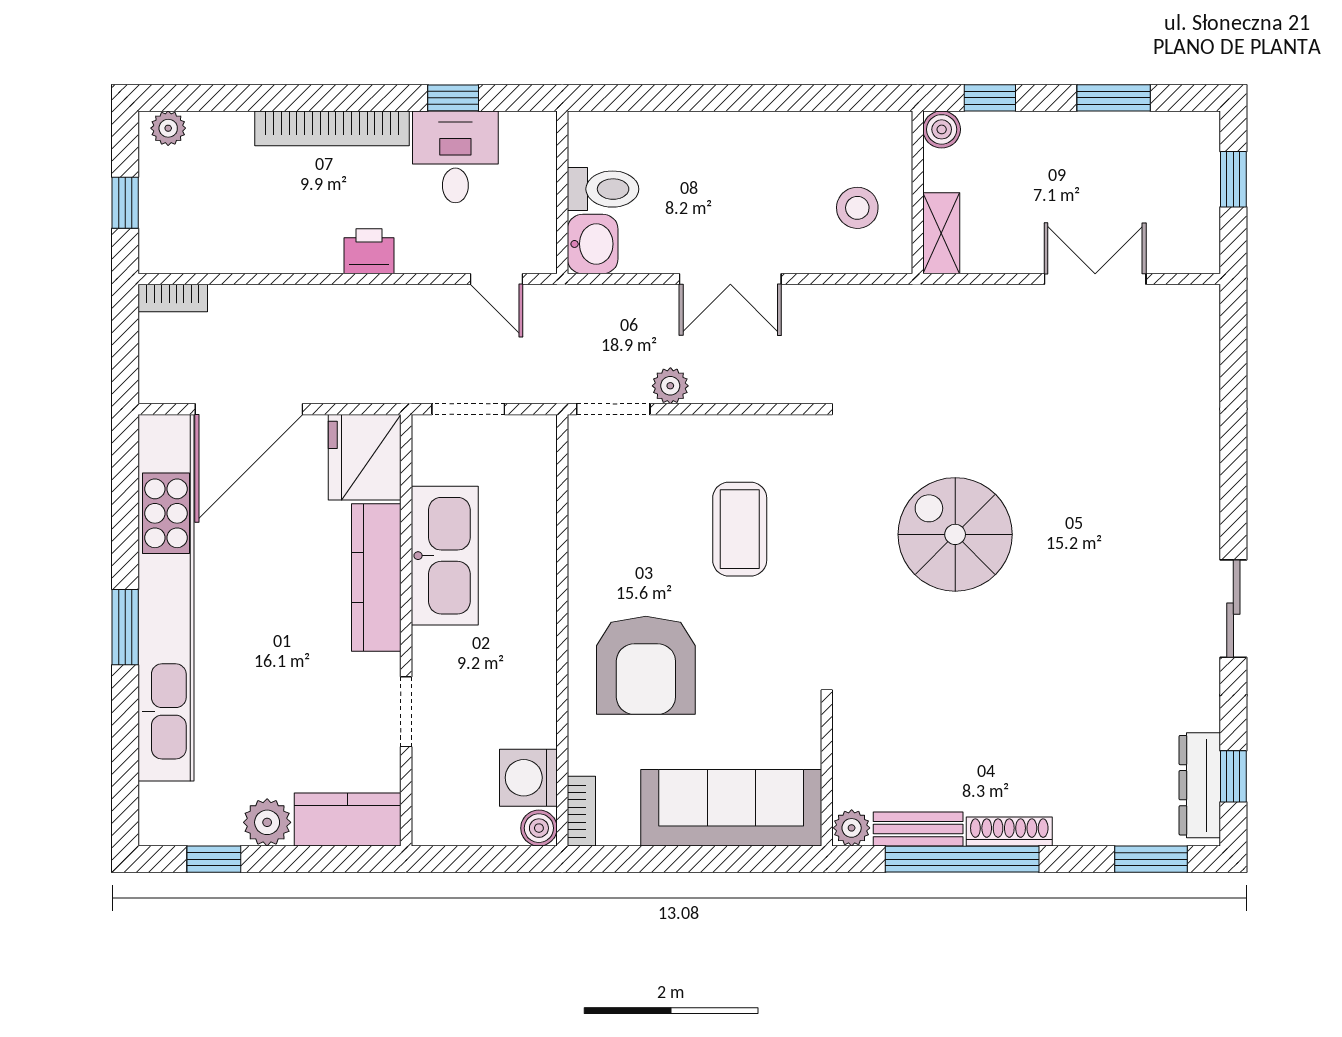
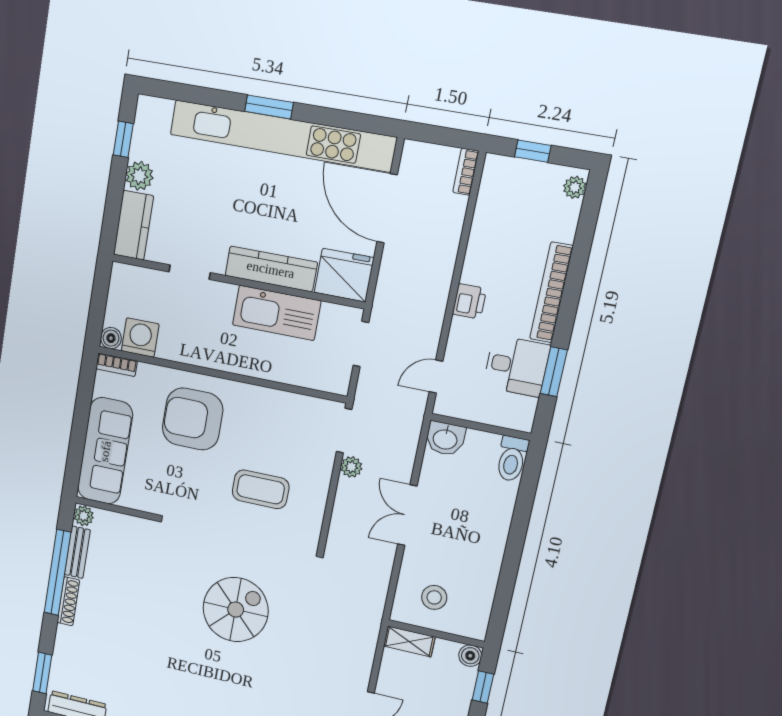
window: (453, 98) -> (554, 372), width x1.50
toilet: (603, 189) -> (512, 459), moved

